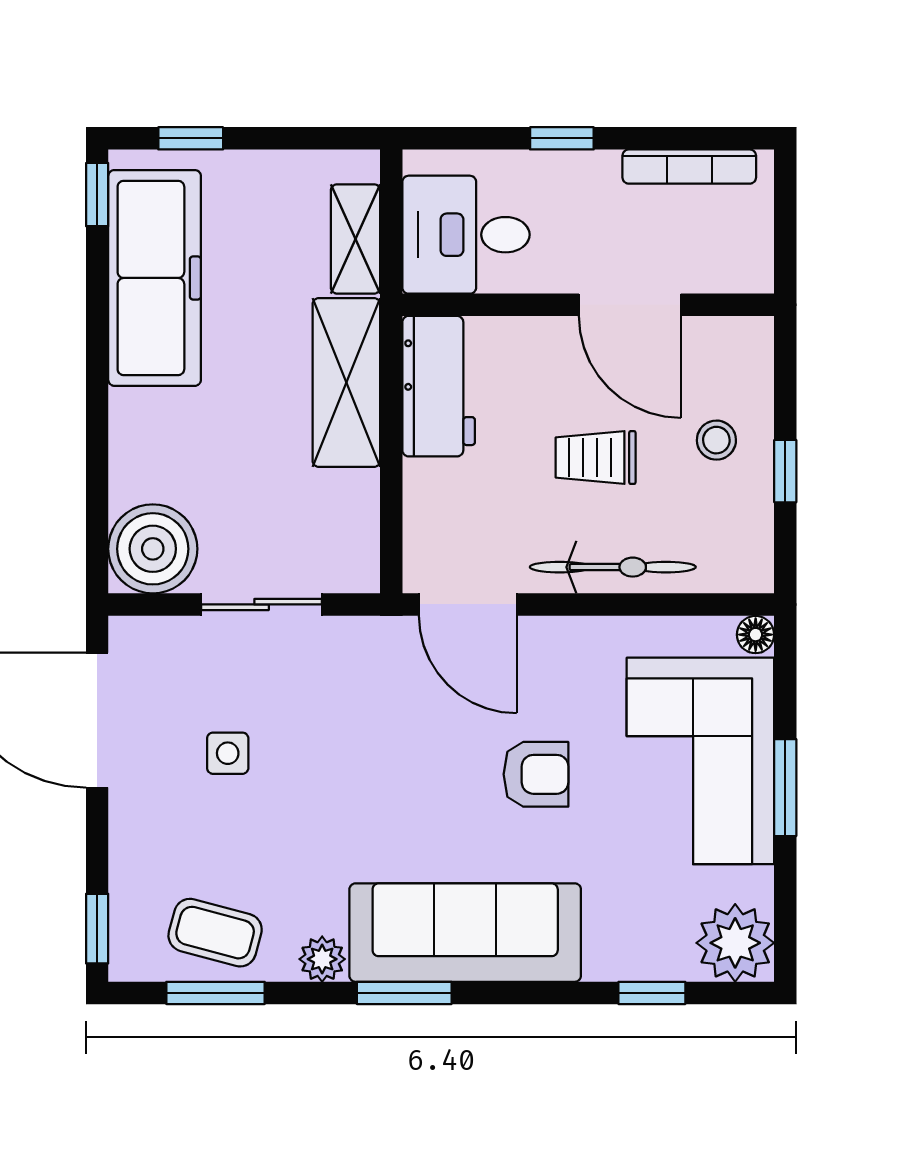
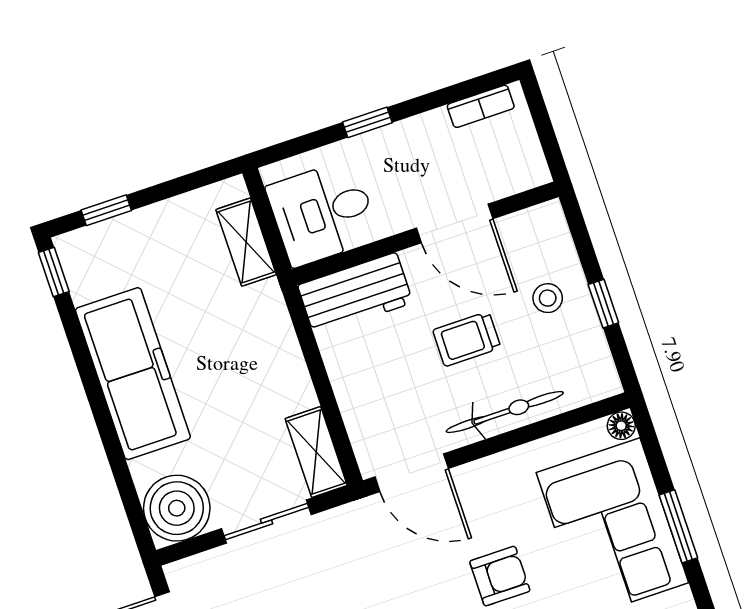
bookcase: (689, 167) -> (481, 106), width x0.64
freezer: (155, 278) -> (133, 374), moved
shelving: (346, 382) -> (316, 452), moved, width x0.67, depth x0.75
workbench: (439, 386) -> (355, 294), moved, turned 90

